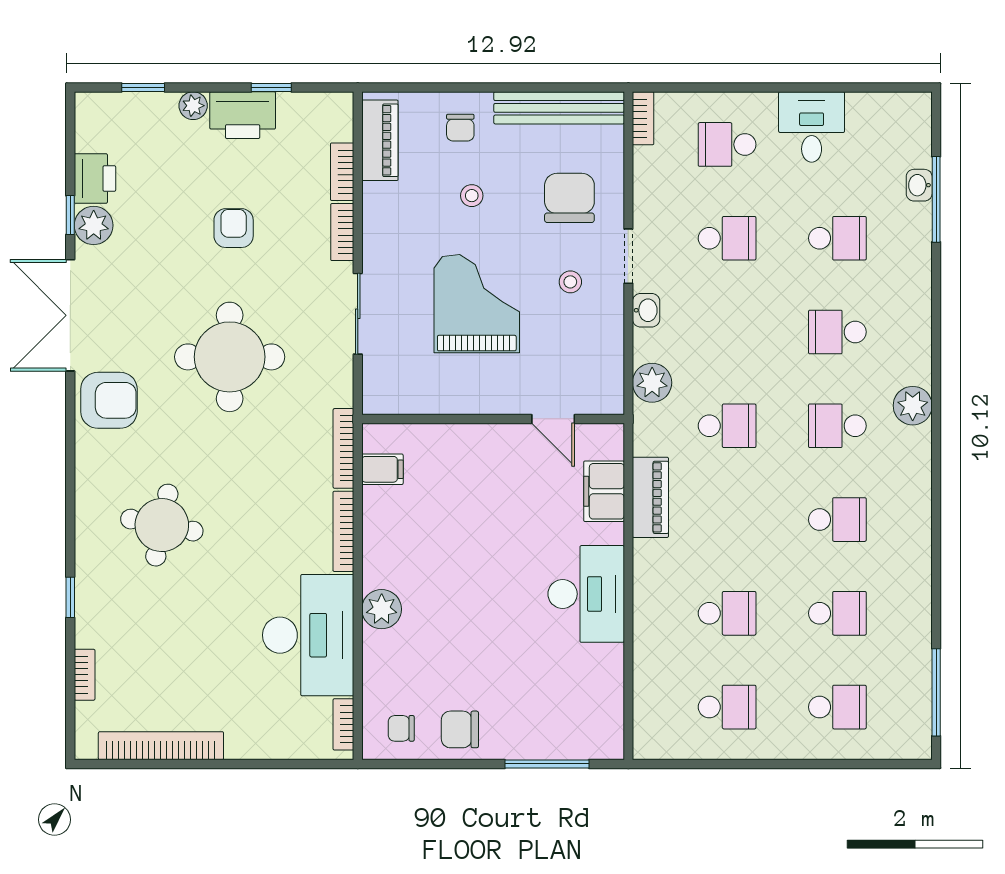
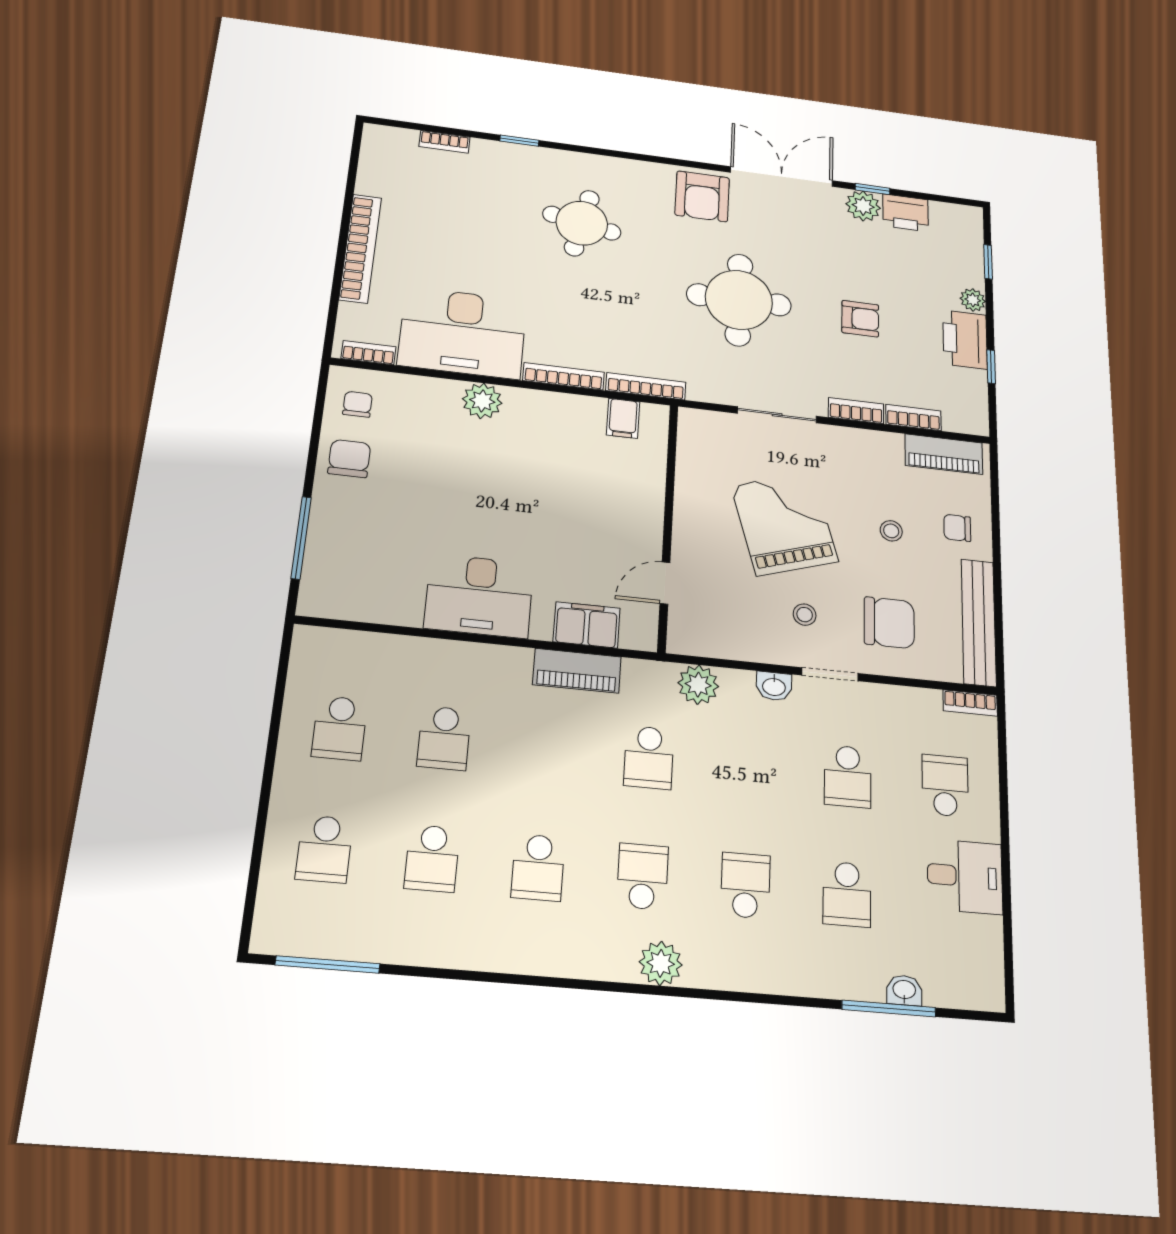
grand piano: (477, 304) -> (784, 523), turned -107
bookcase: (161, 746) -> (360, 248), moved

